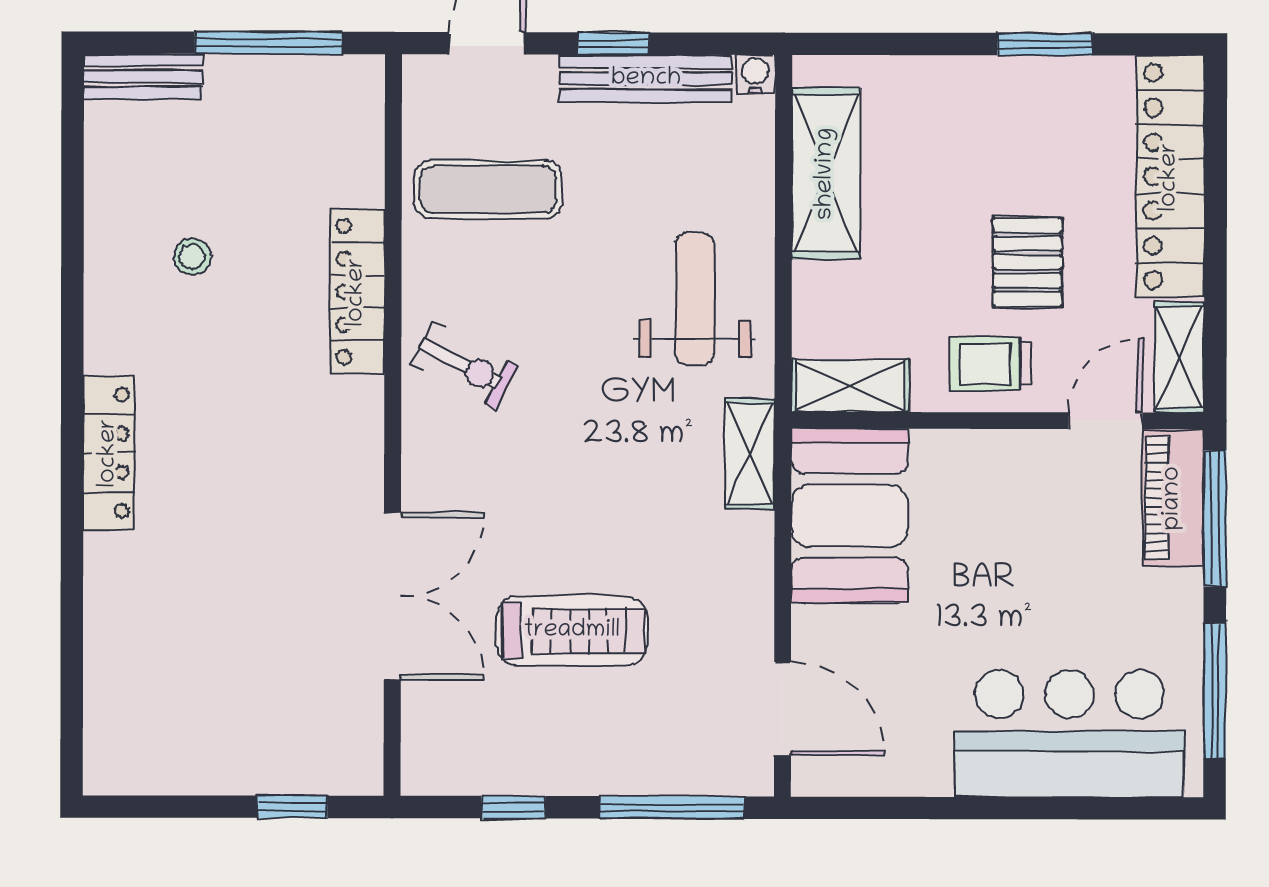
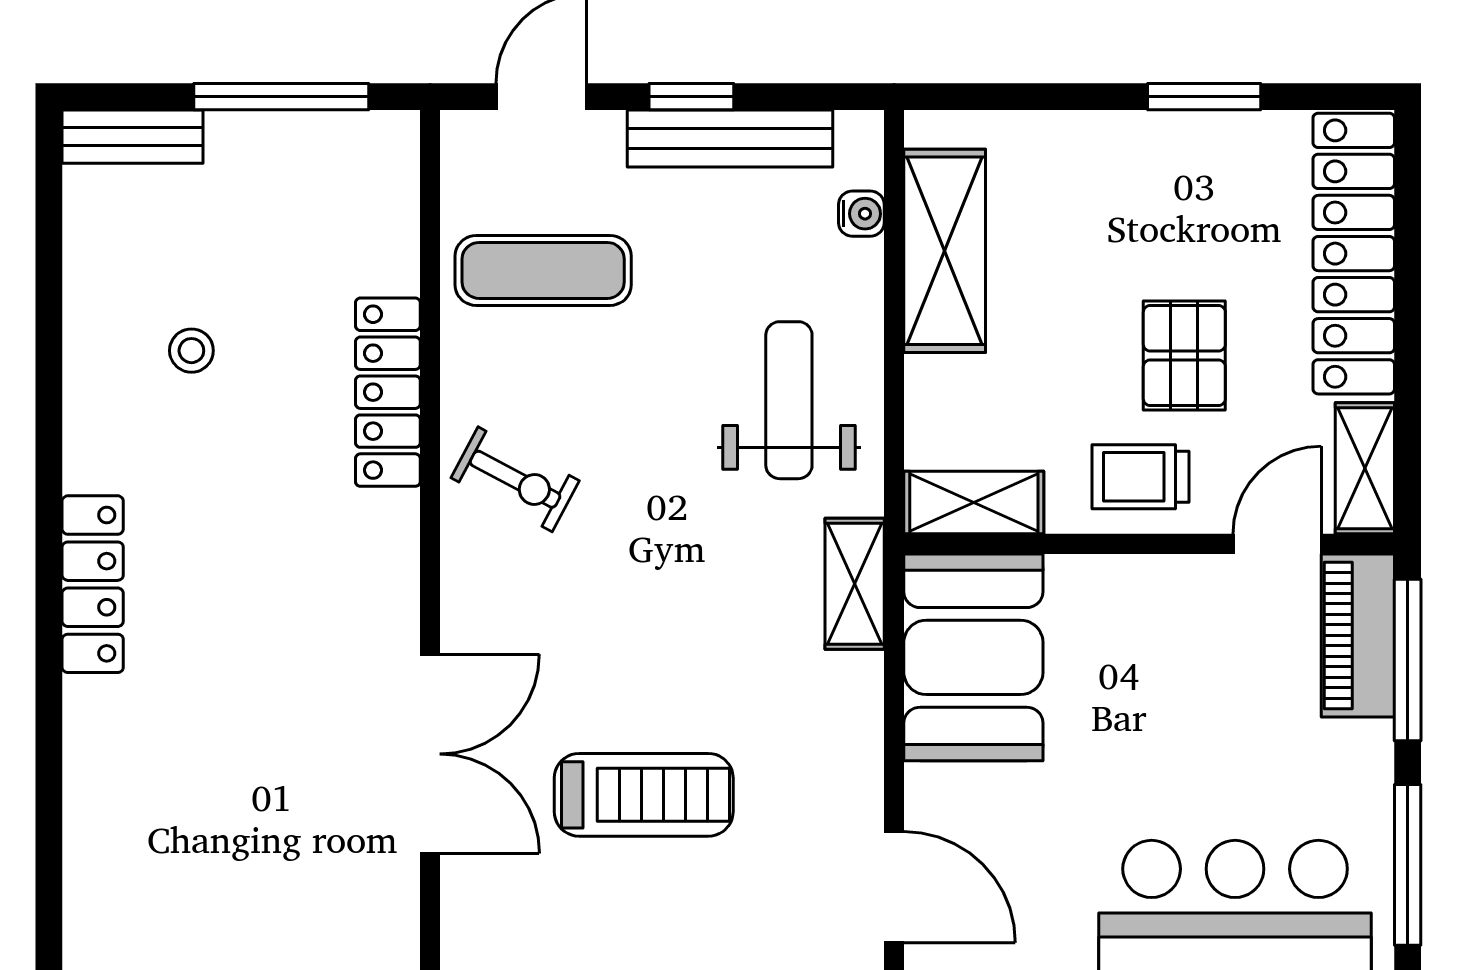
water cooler: (755, 74) -> (861, 214), moved, turned 90

